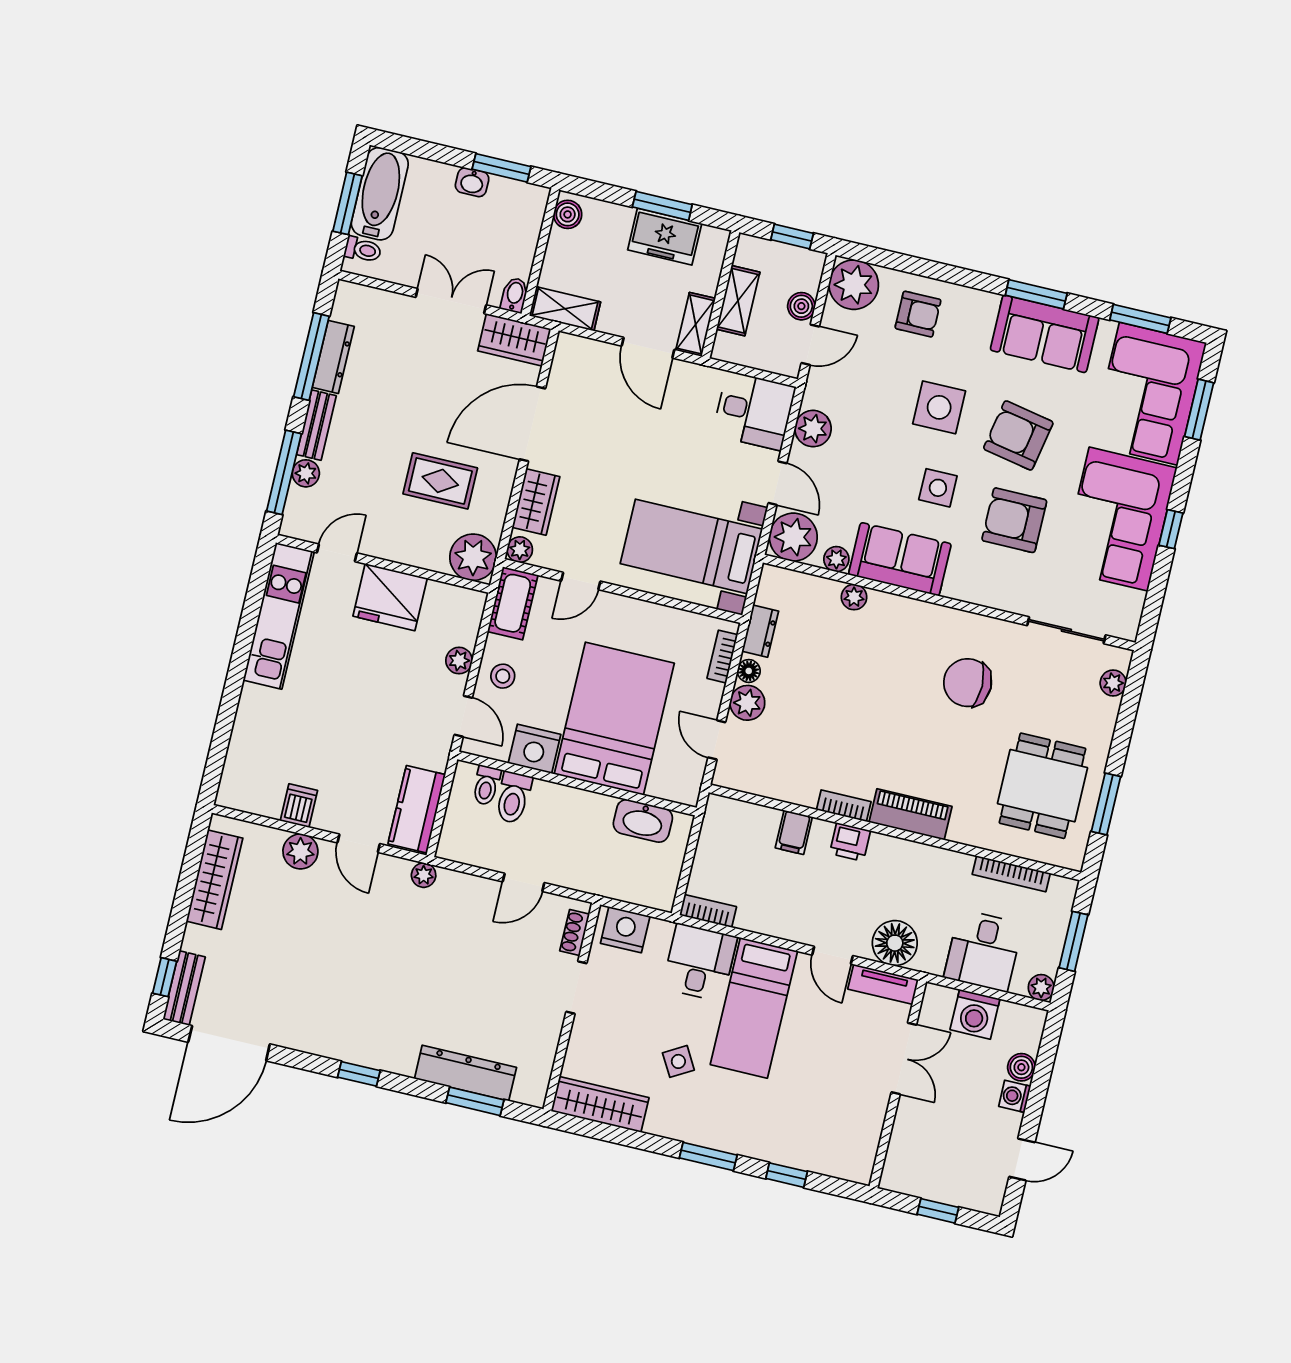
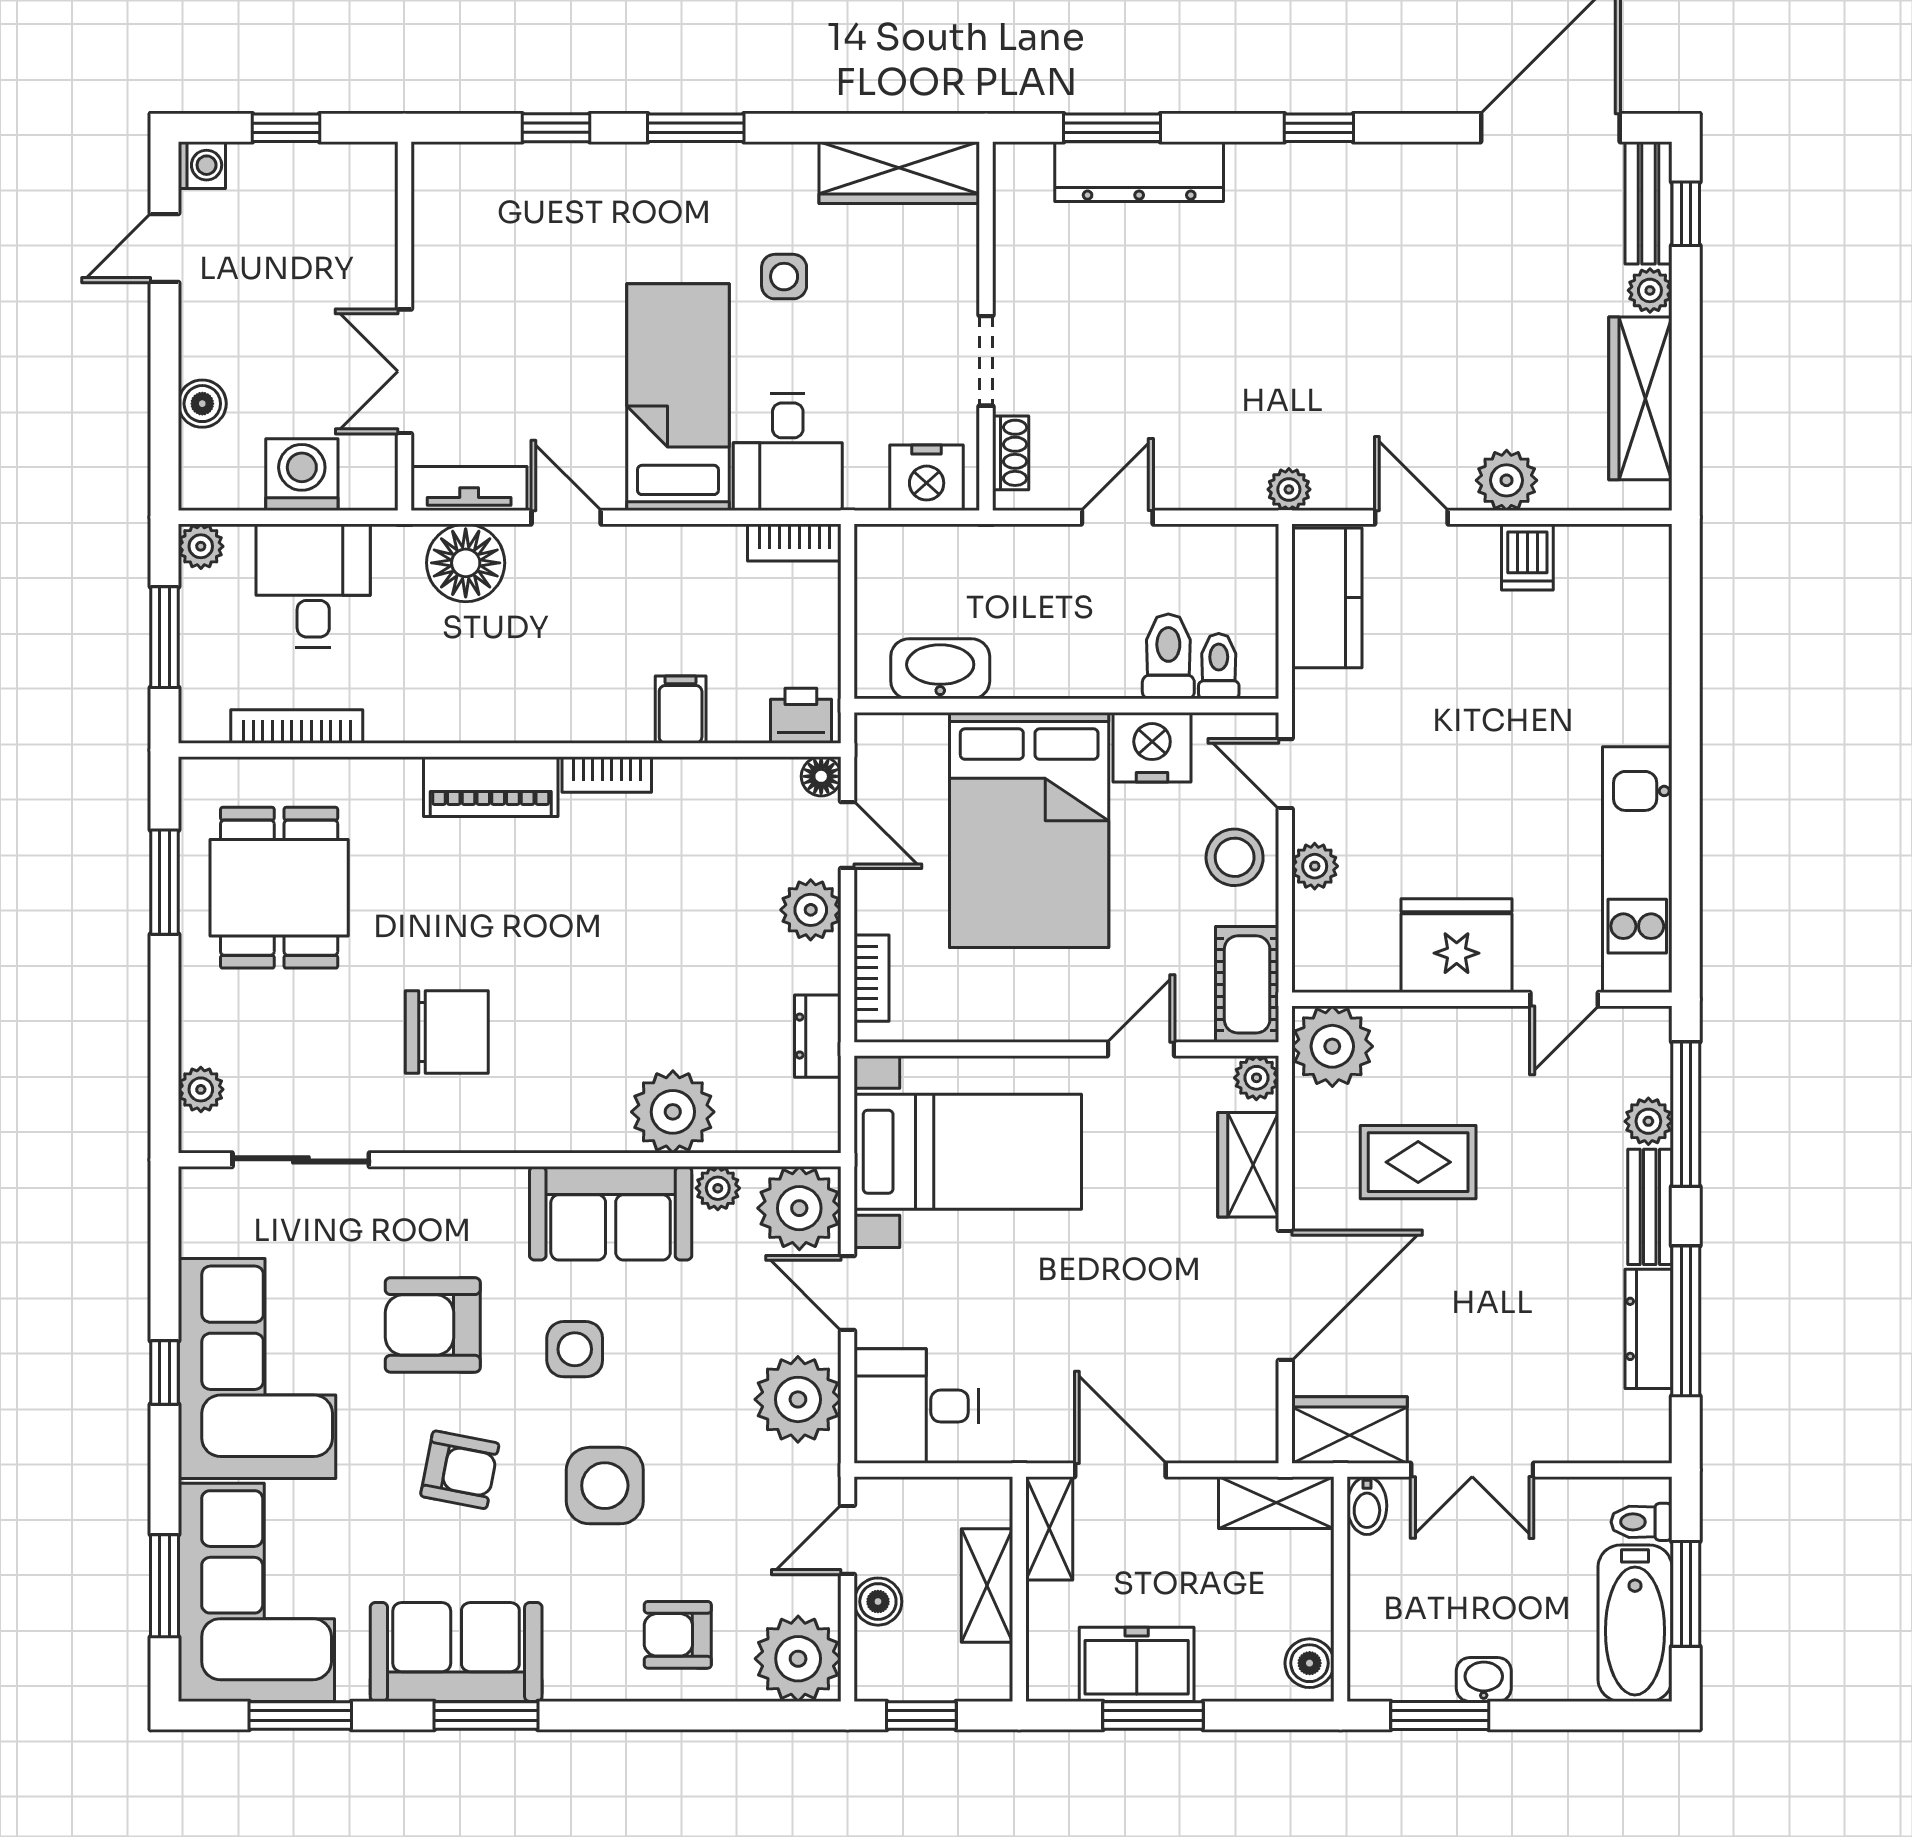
plant: (813, 429) -> (798, 1399), width x1.36, depth x1.36
armchair: (1018, 435) -> (460, 1470), width x0.72, depth x0.72
armchair: (1014, 520) -> (433, 1325), turned 180
plant: (854, 597) -> (673, 1112), width x1.88, depth x1.88
floor lamp: (749, 671) -> (821, 776), moved
stool: (503, 676) -> (1235, 857), width x1.37, depth x1.37
printer: (850, 842) -> (801, 716), moved
plant: (195, 939) -> (1650, 290), added
side table: (678, 1061) -> (784, 277), turned 30
washing machine: (1015, 1096) -> (202, 165), moved

